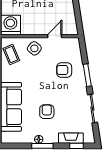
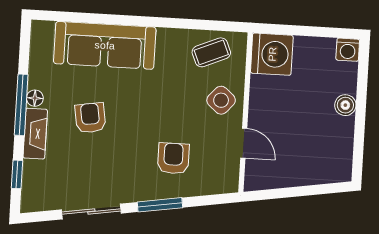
armchair: (47, 112) -> (90, 118), turned -99
fireplace: (71, 138) -> (35, 134), moved
window: (42, 146) -> (21, 105), width x1.44

